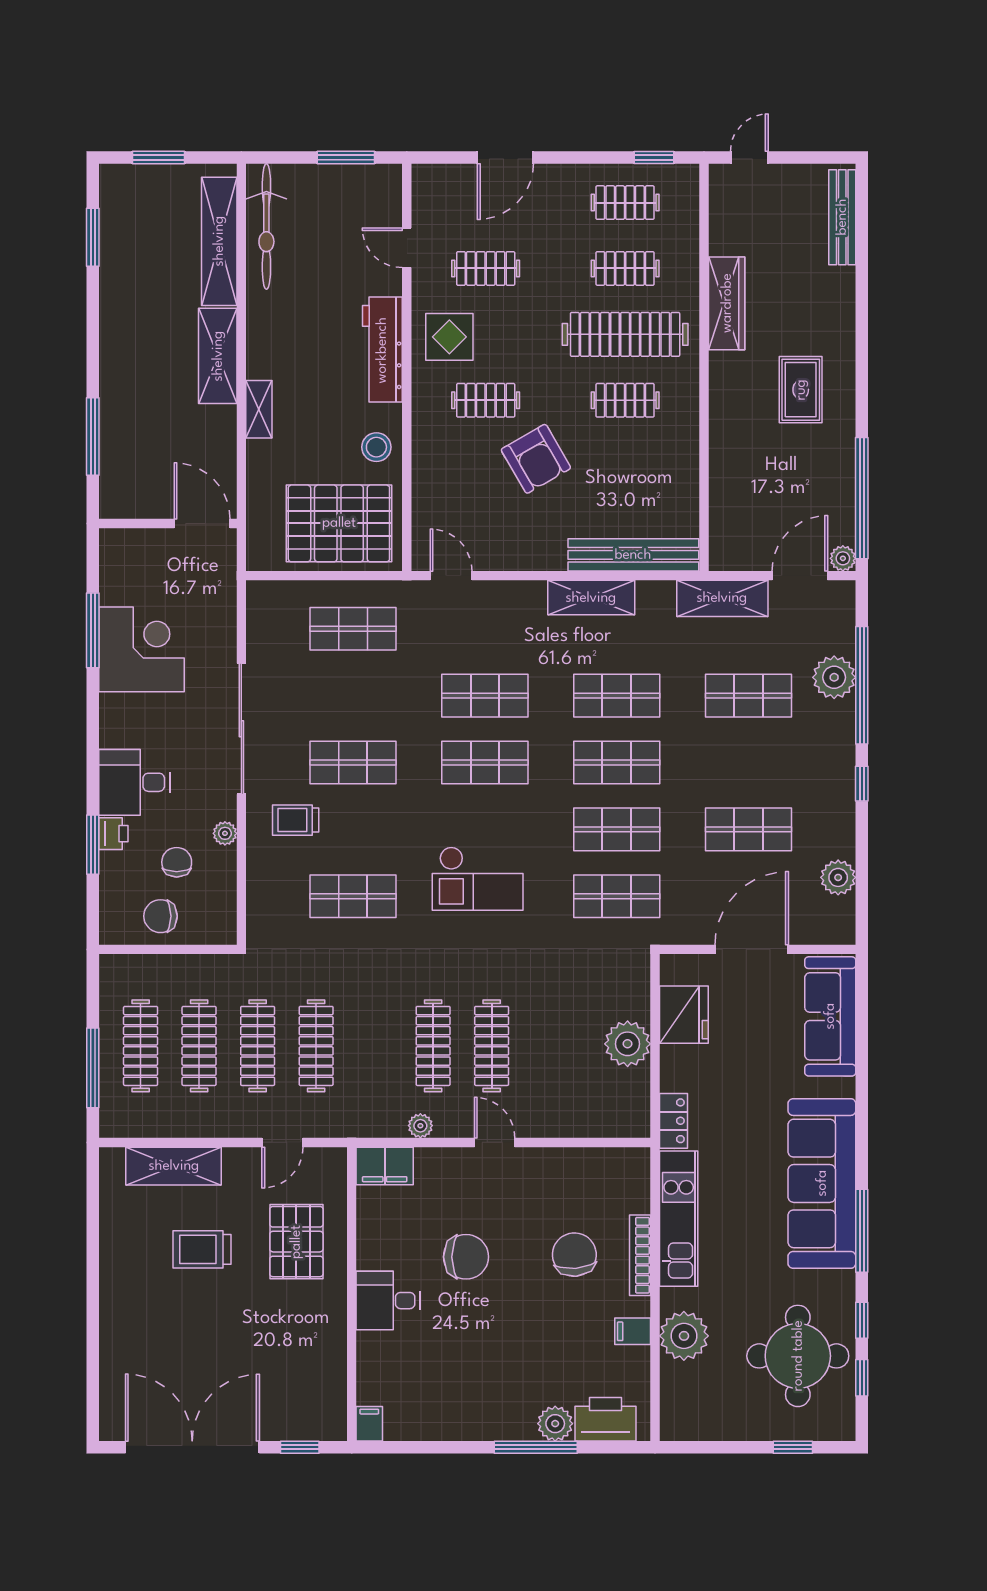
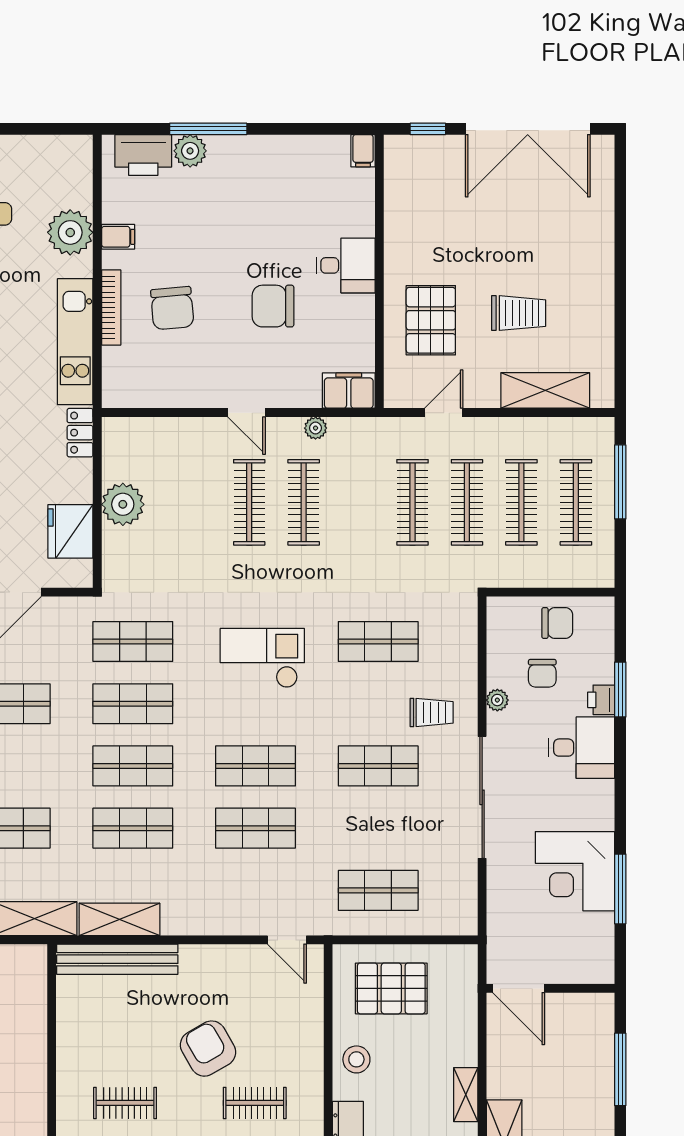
pallet: (339, 523) -> (391, 988), width x0.73, depth x0.71
shelving: (591, 598) -> (119, 919), moved

